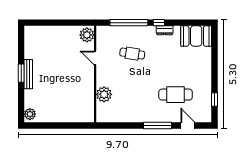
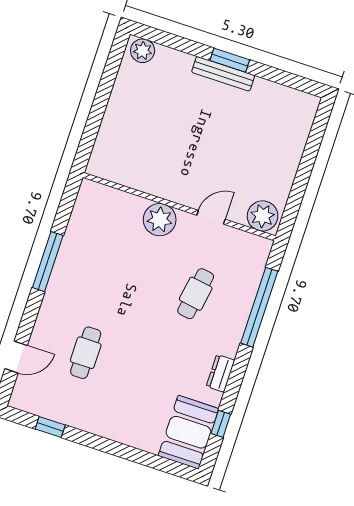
window: (159, 23) -> (221, 424), moved
plant: (104, 94) -> (160, 220), moved
cafe table: (176, 95) -> (86, 353), width x0.73, depth x0.74
window: (157, 126) -> (48, 262), moved

